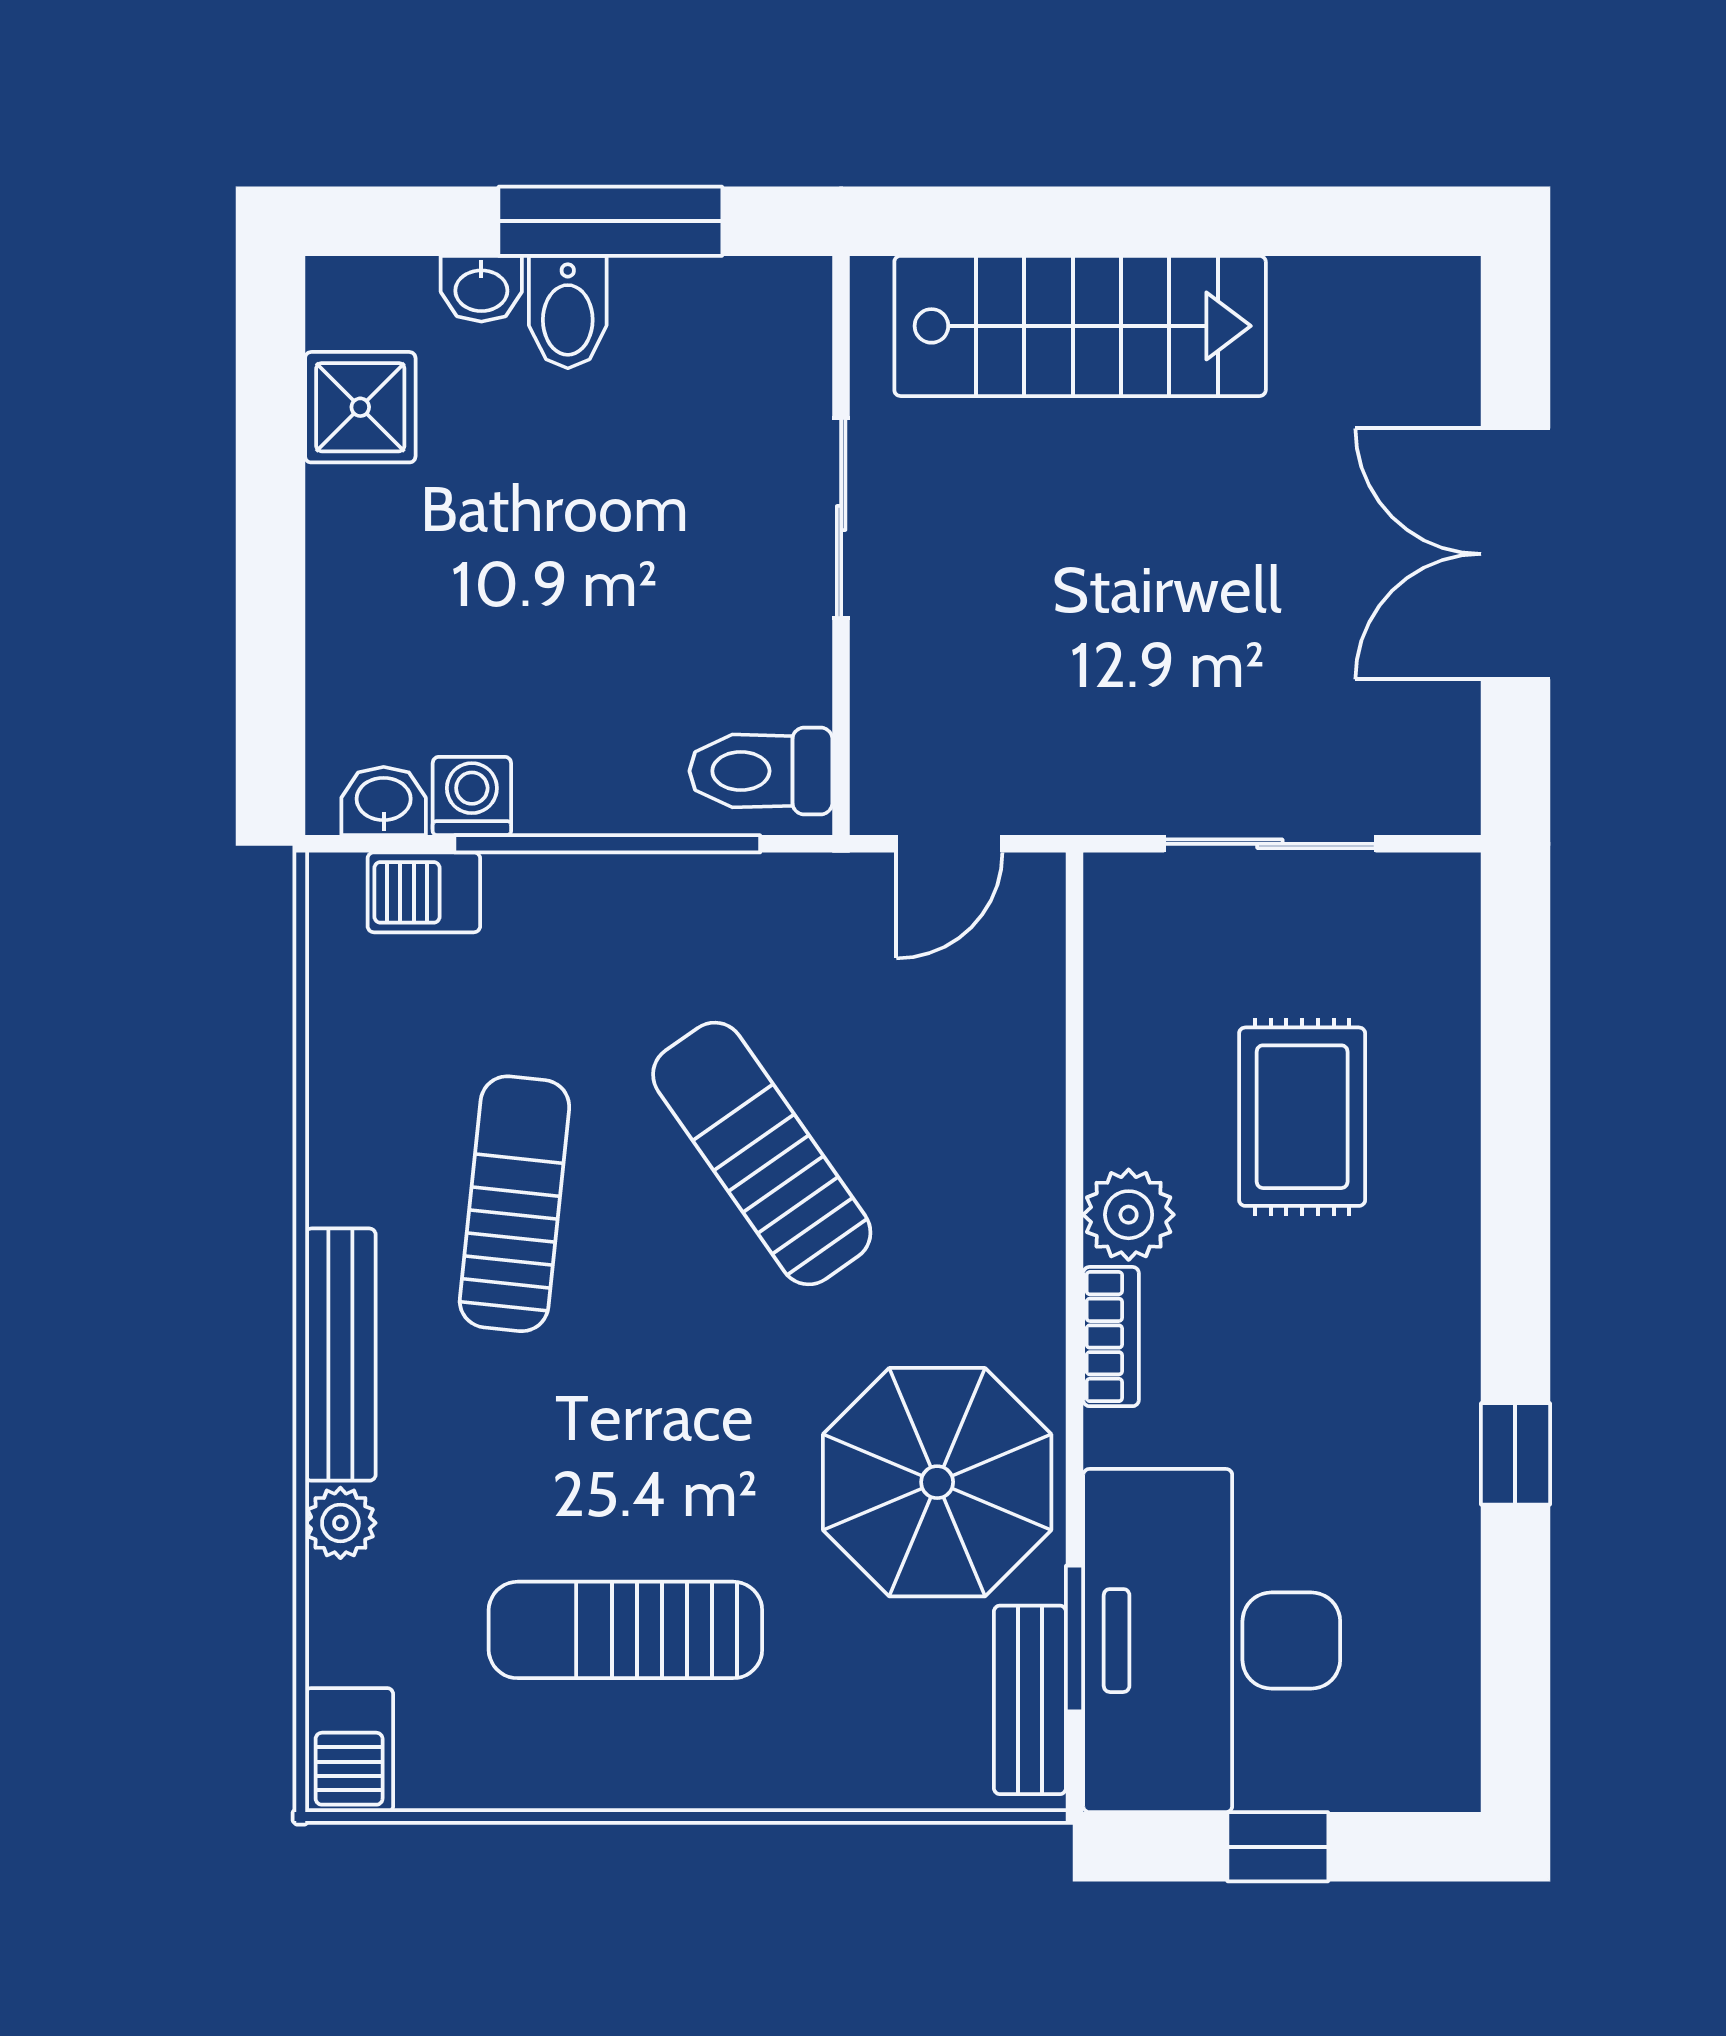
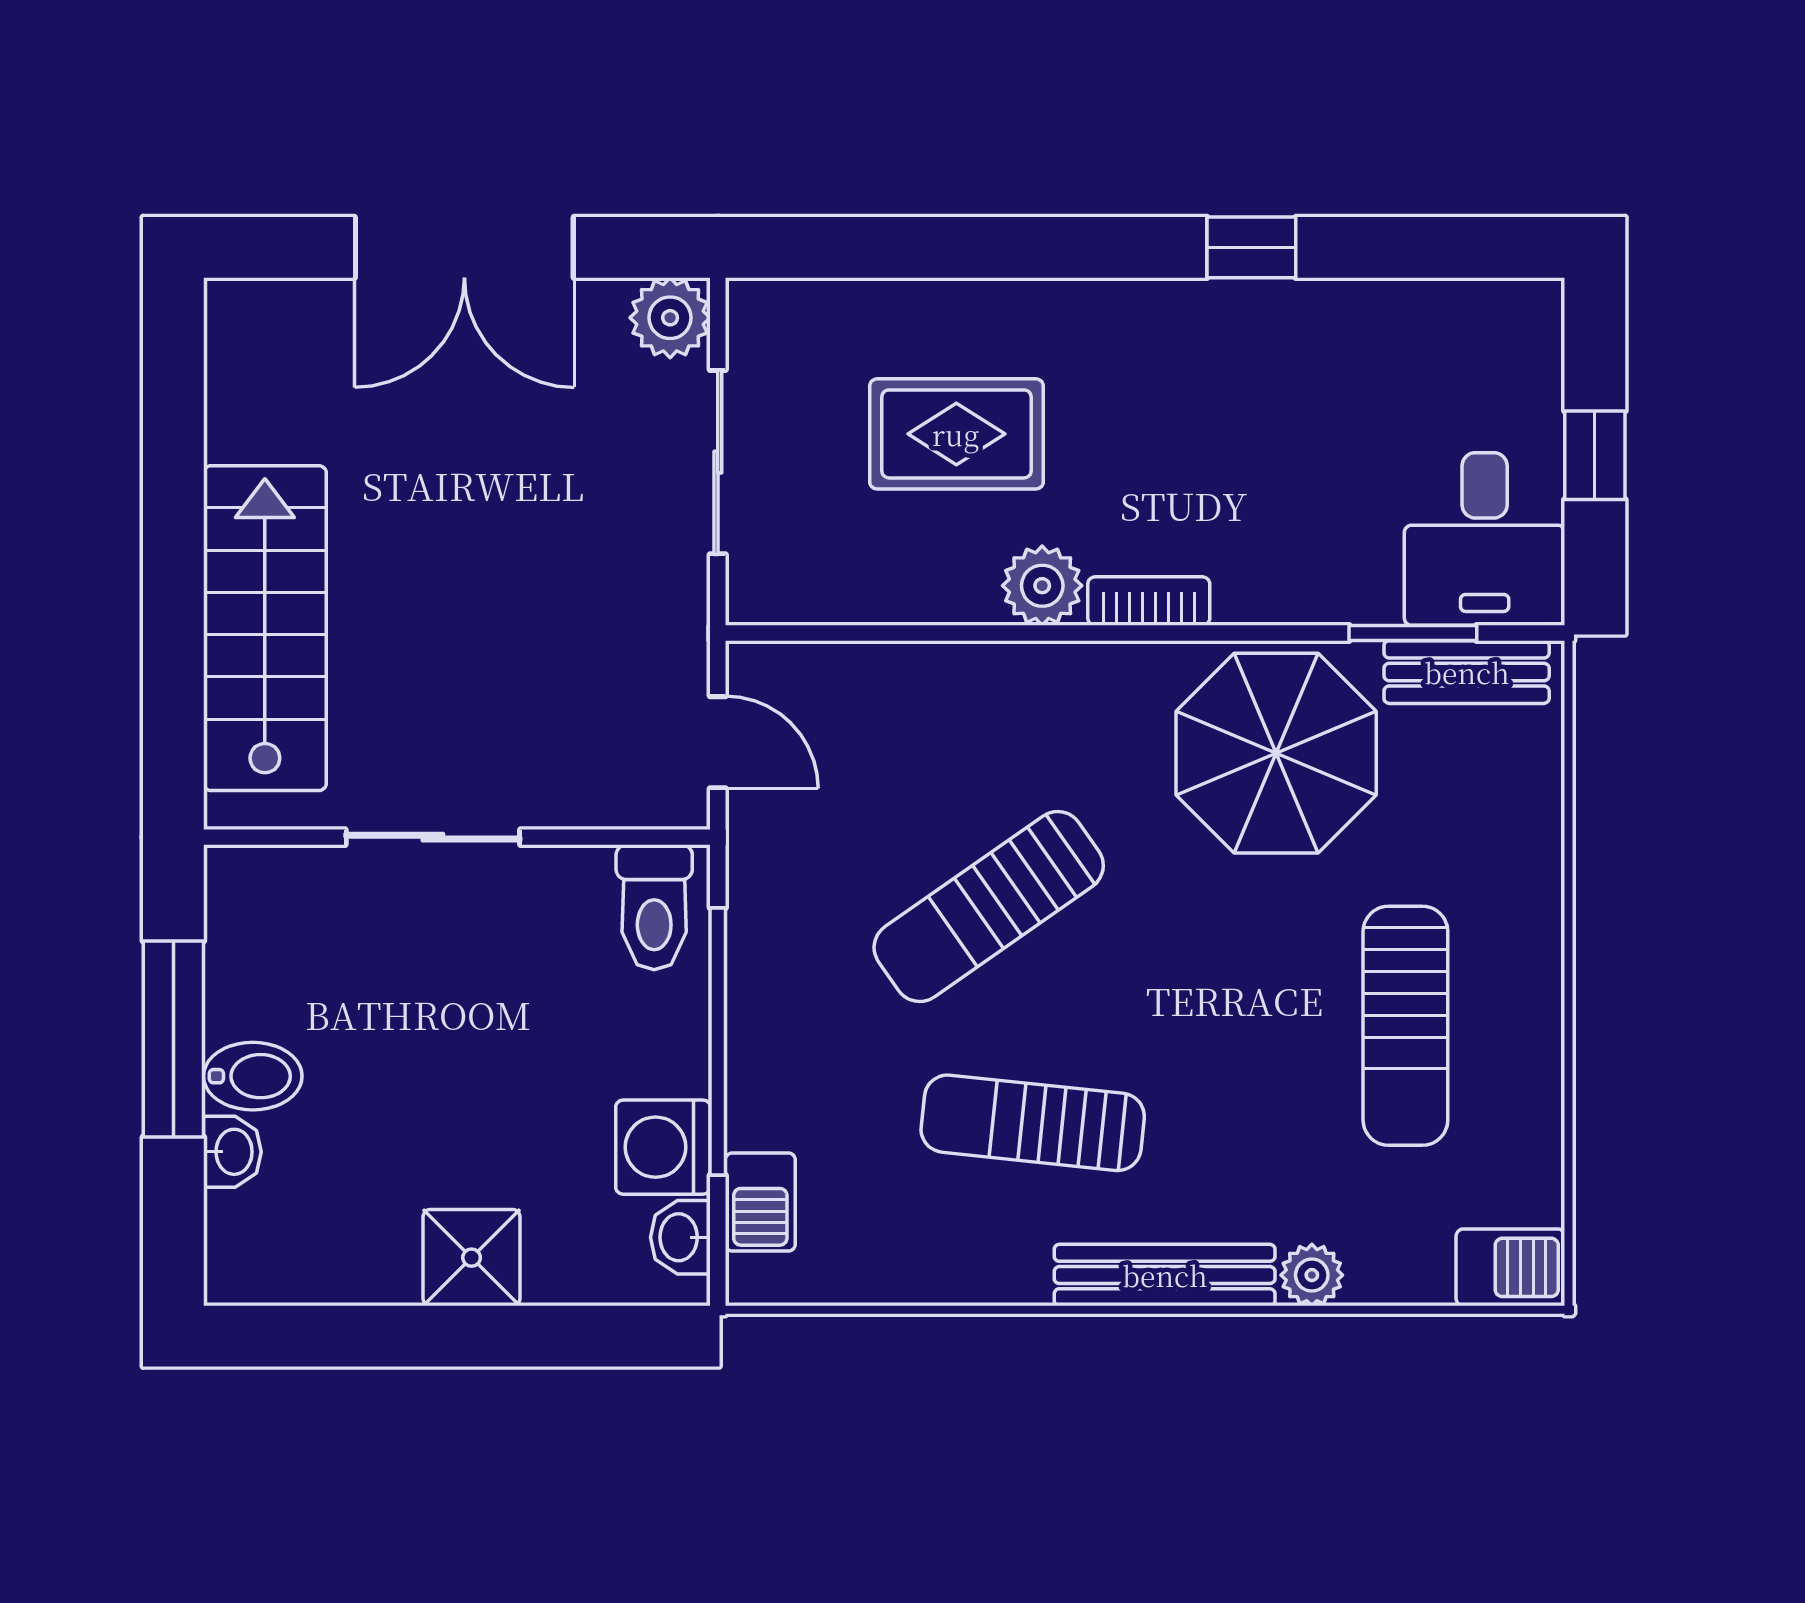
shower: (360, 407) -> (472, 1258), moved
plant: (1435, 789) -> (670, 318), added
washing machine: (472, 796) -> (663, 1147), width x1.38, depth x1.38
desk: (1212, 1641) -> (1485, 539), width x0.53, depth x0.77

